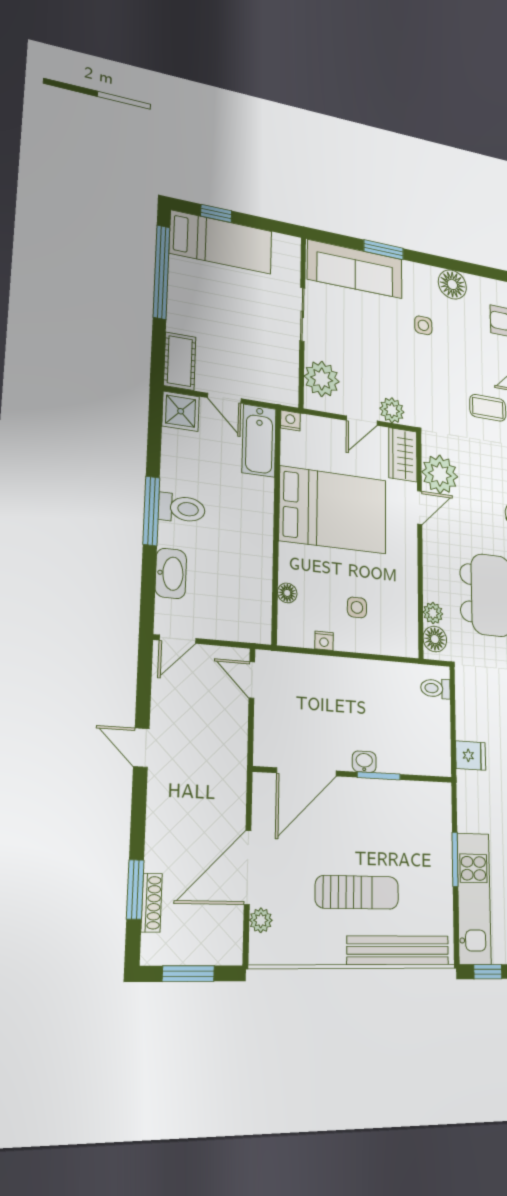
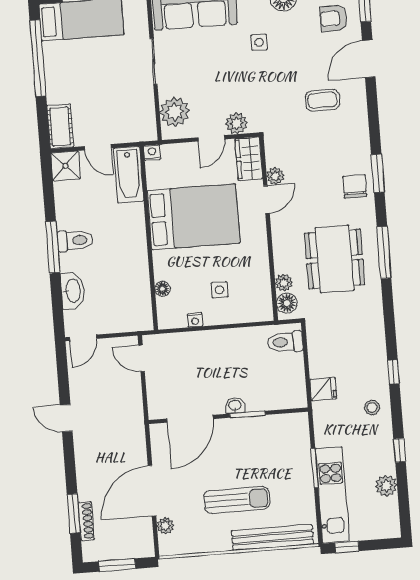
plant: (440, 474) -> (275, 176), width x0.53, depth x0.53
toilet: (436, 688) -> (285, 342), width x1.37, depth x1.39

